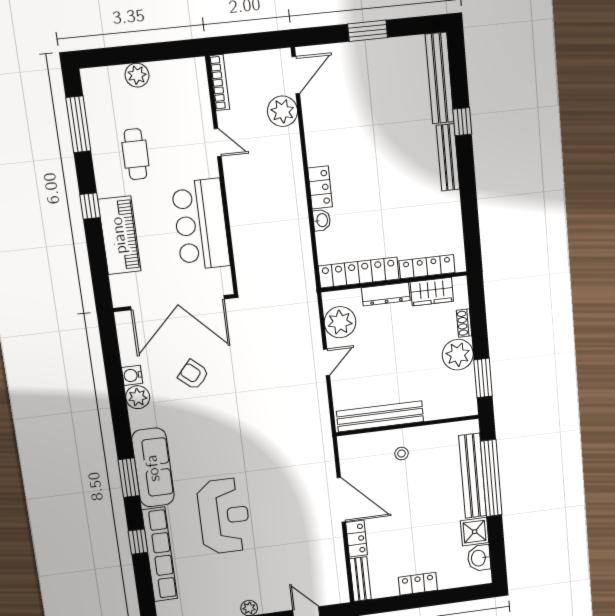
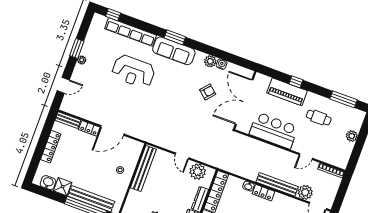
bench: (293, 170) -> (277, 184), added
window: (90, 206) -> (296, 82), moved
window: (138, 542) -> (113, 15), moved
locker: (418, 584) -> (51, 147), width x1.53

